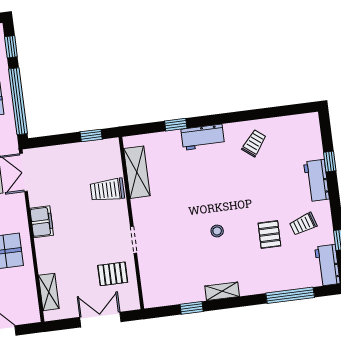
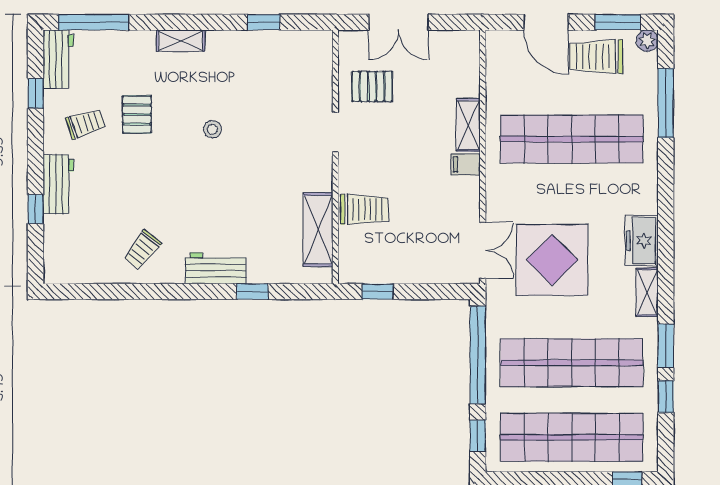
filing cabinet: (42, 222) -> (466, 164), width x0.50
shelving: (222, 291) -> (181, 41), moved
shelving: (49, 292) -> (468, 125), moved
window: (290, 295) -> (94, 22), moved

